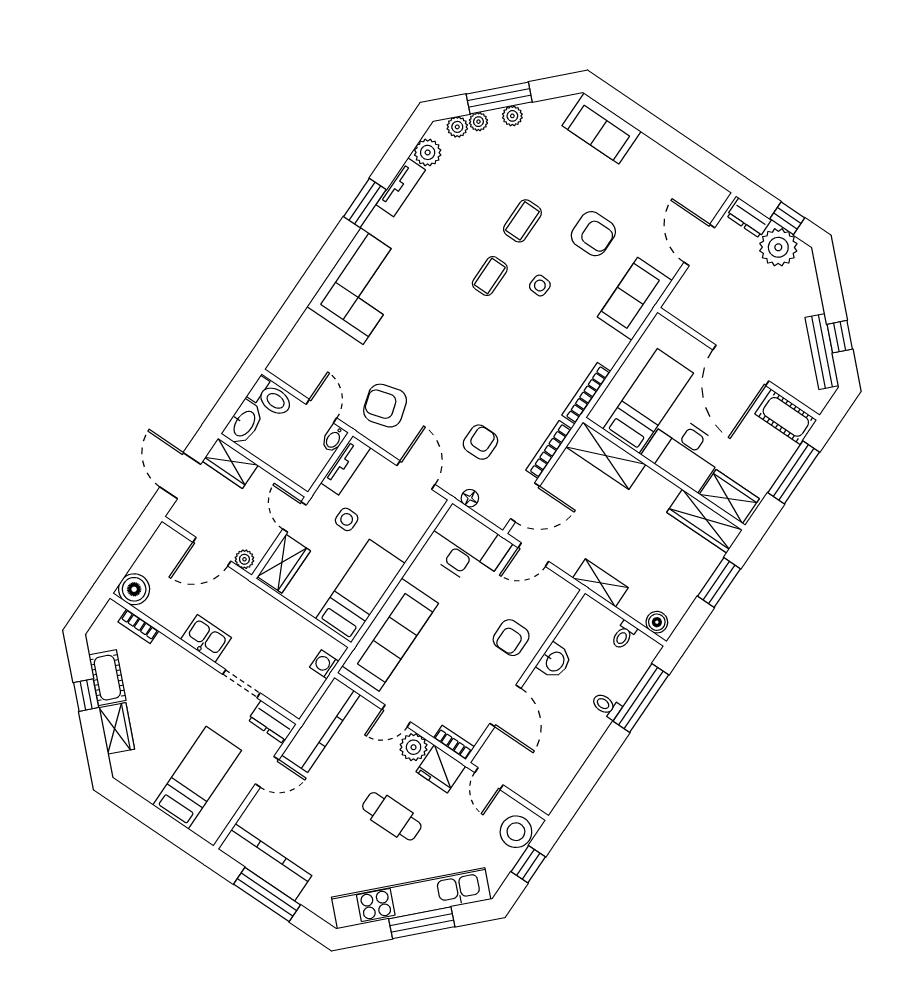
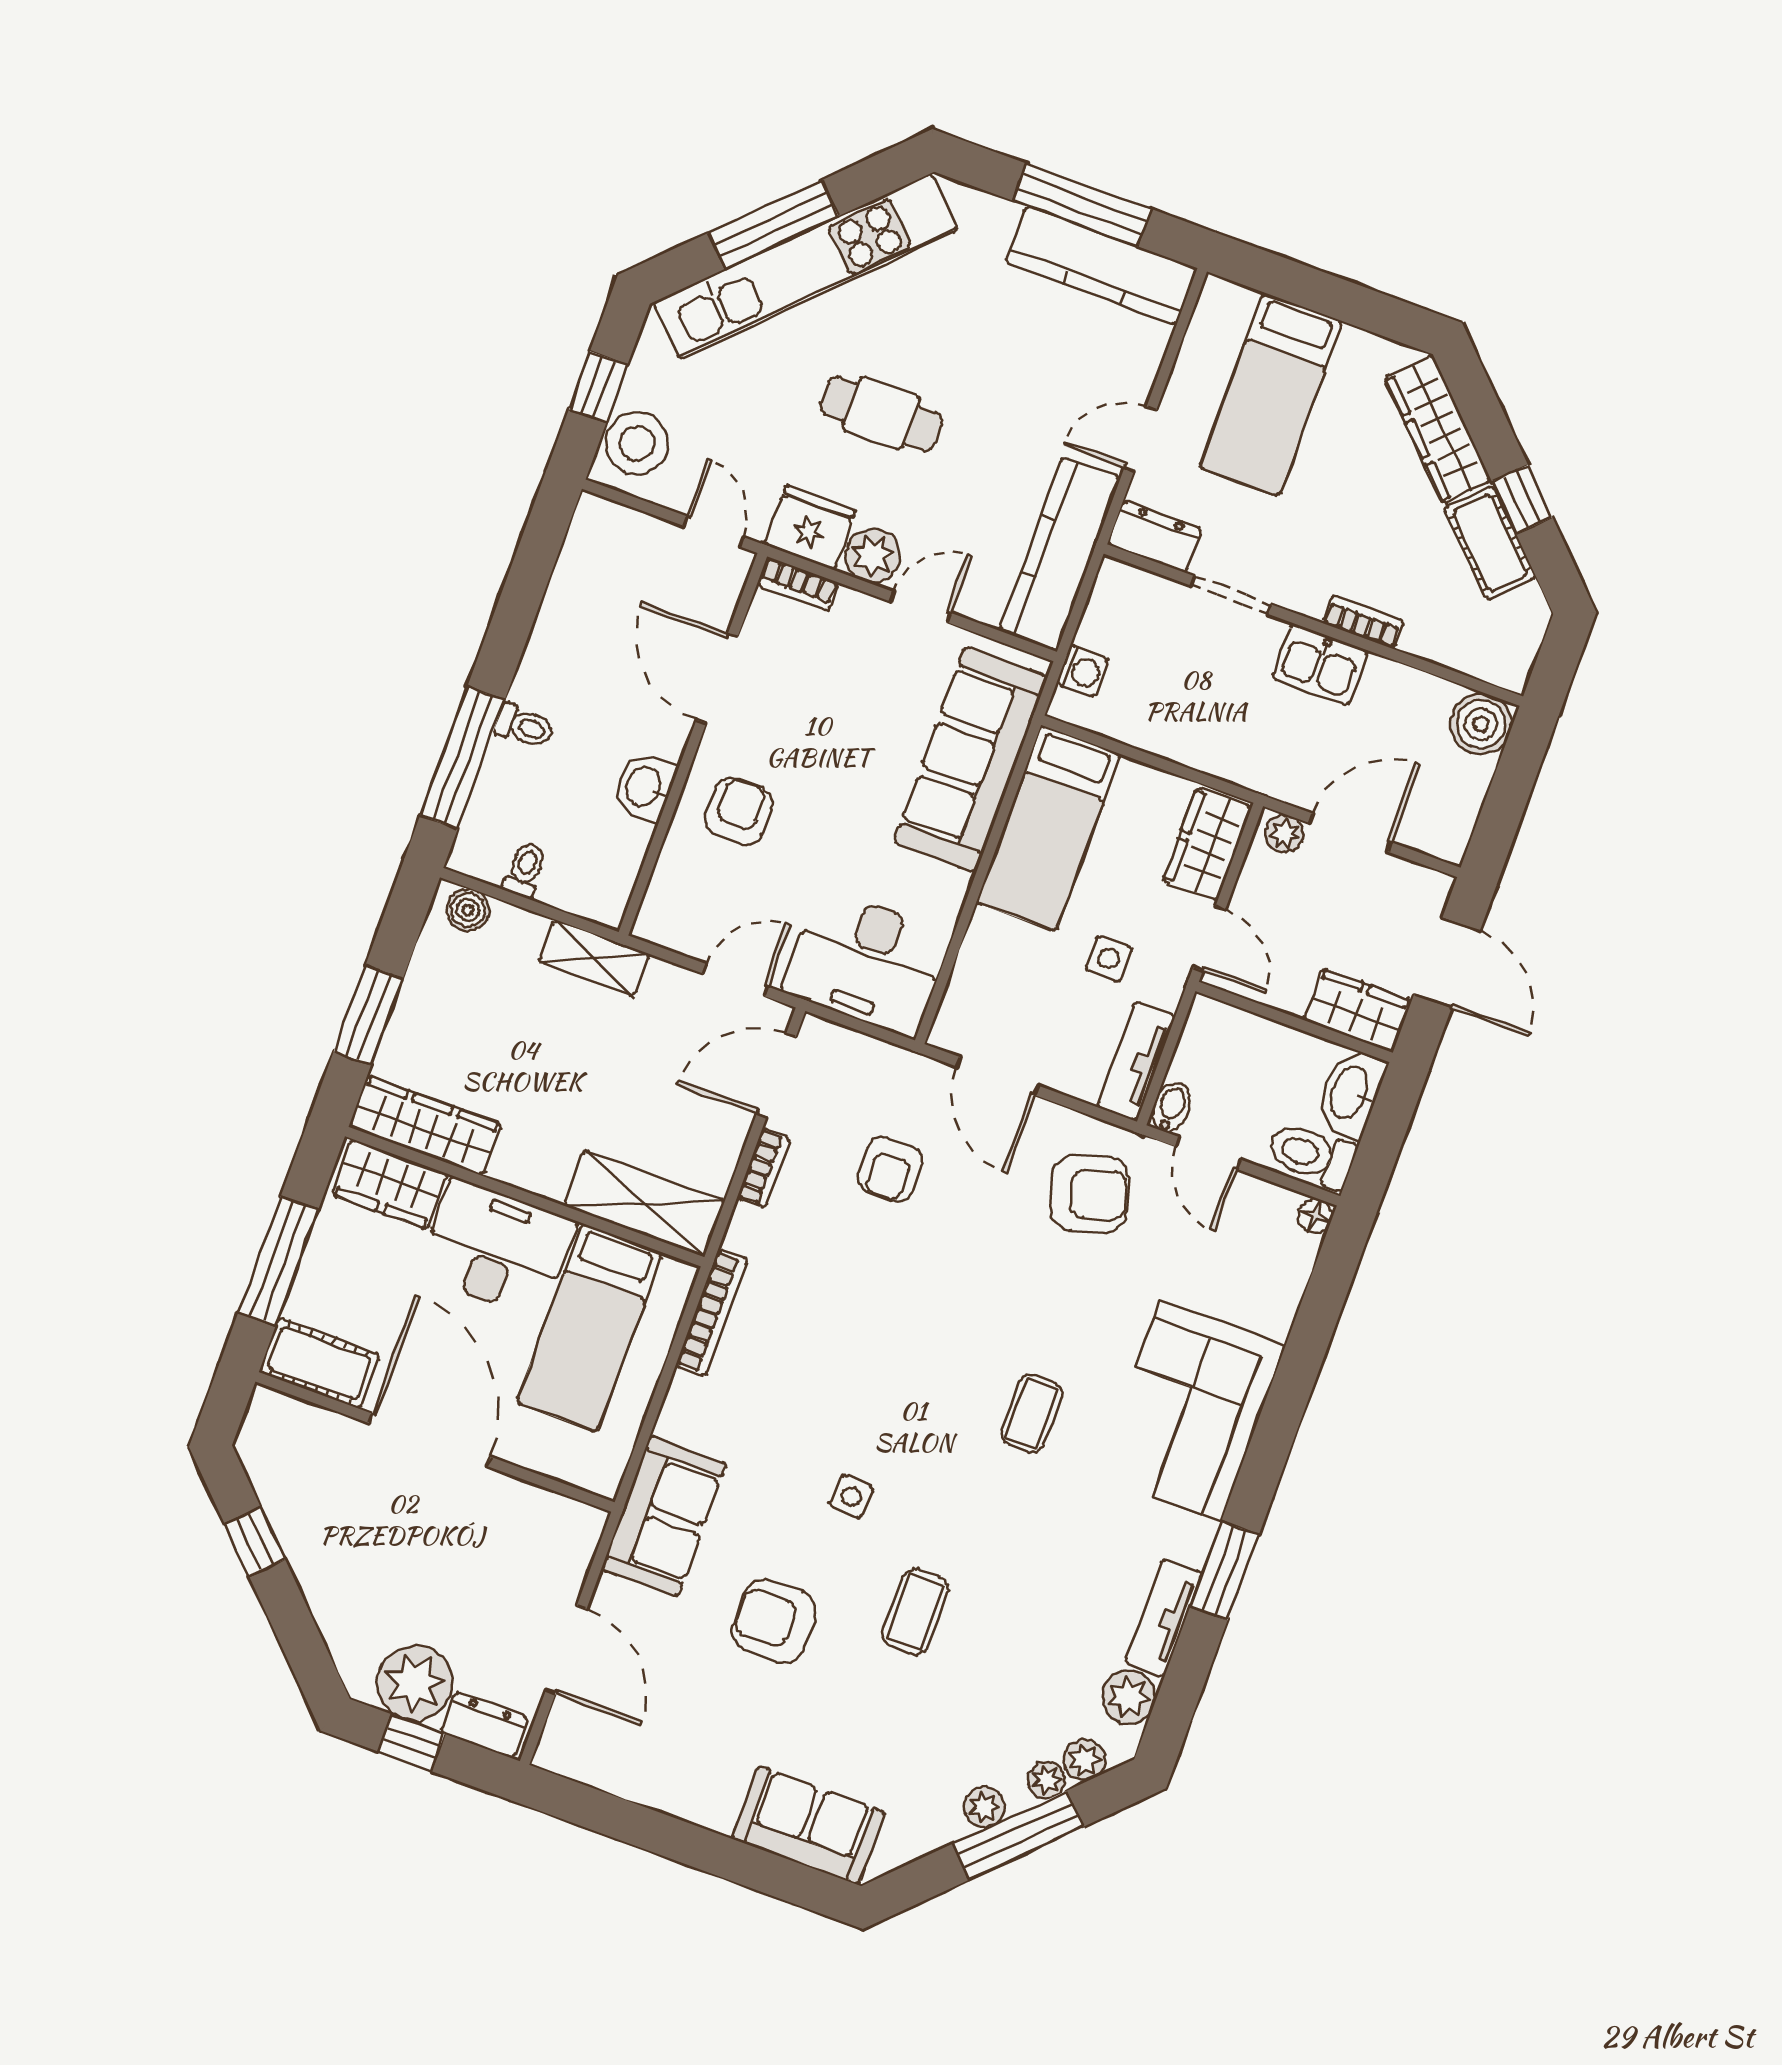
coffee table: (490, 276) -> (1032, 1413), moved
bench: (822, 352) -> (282, 1505), removed
bookcase: (549, 450) -> (764, 1168), width x0.64
floor lamp: (470, 498) -> (1315, 1216), moved
bookcase: (138, 626) -> (1363, 622), moved
wardrobe: (117, 728) -> (1438, 429), width x1.50

